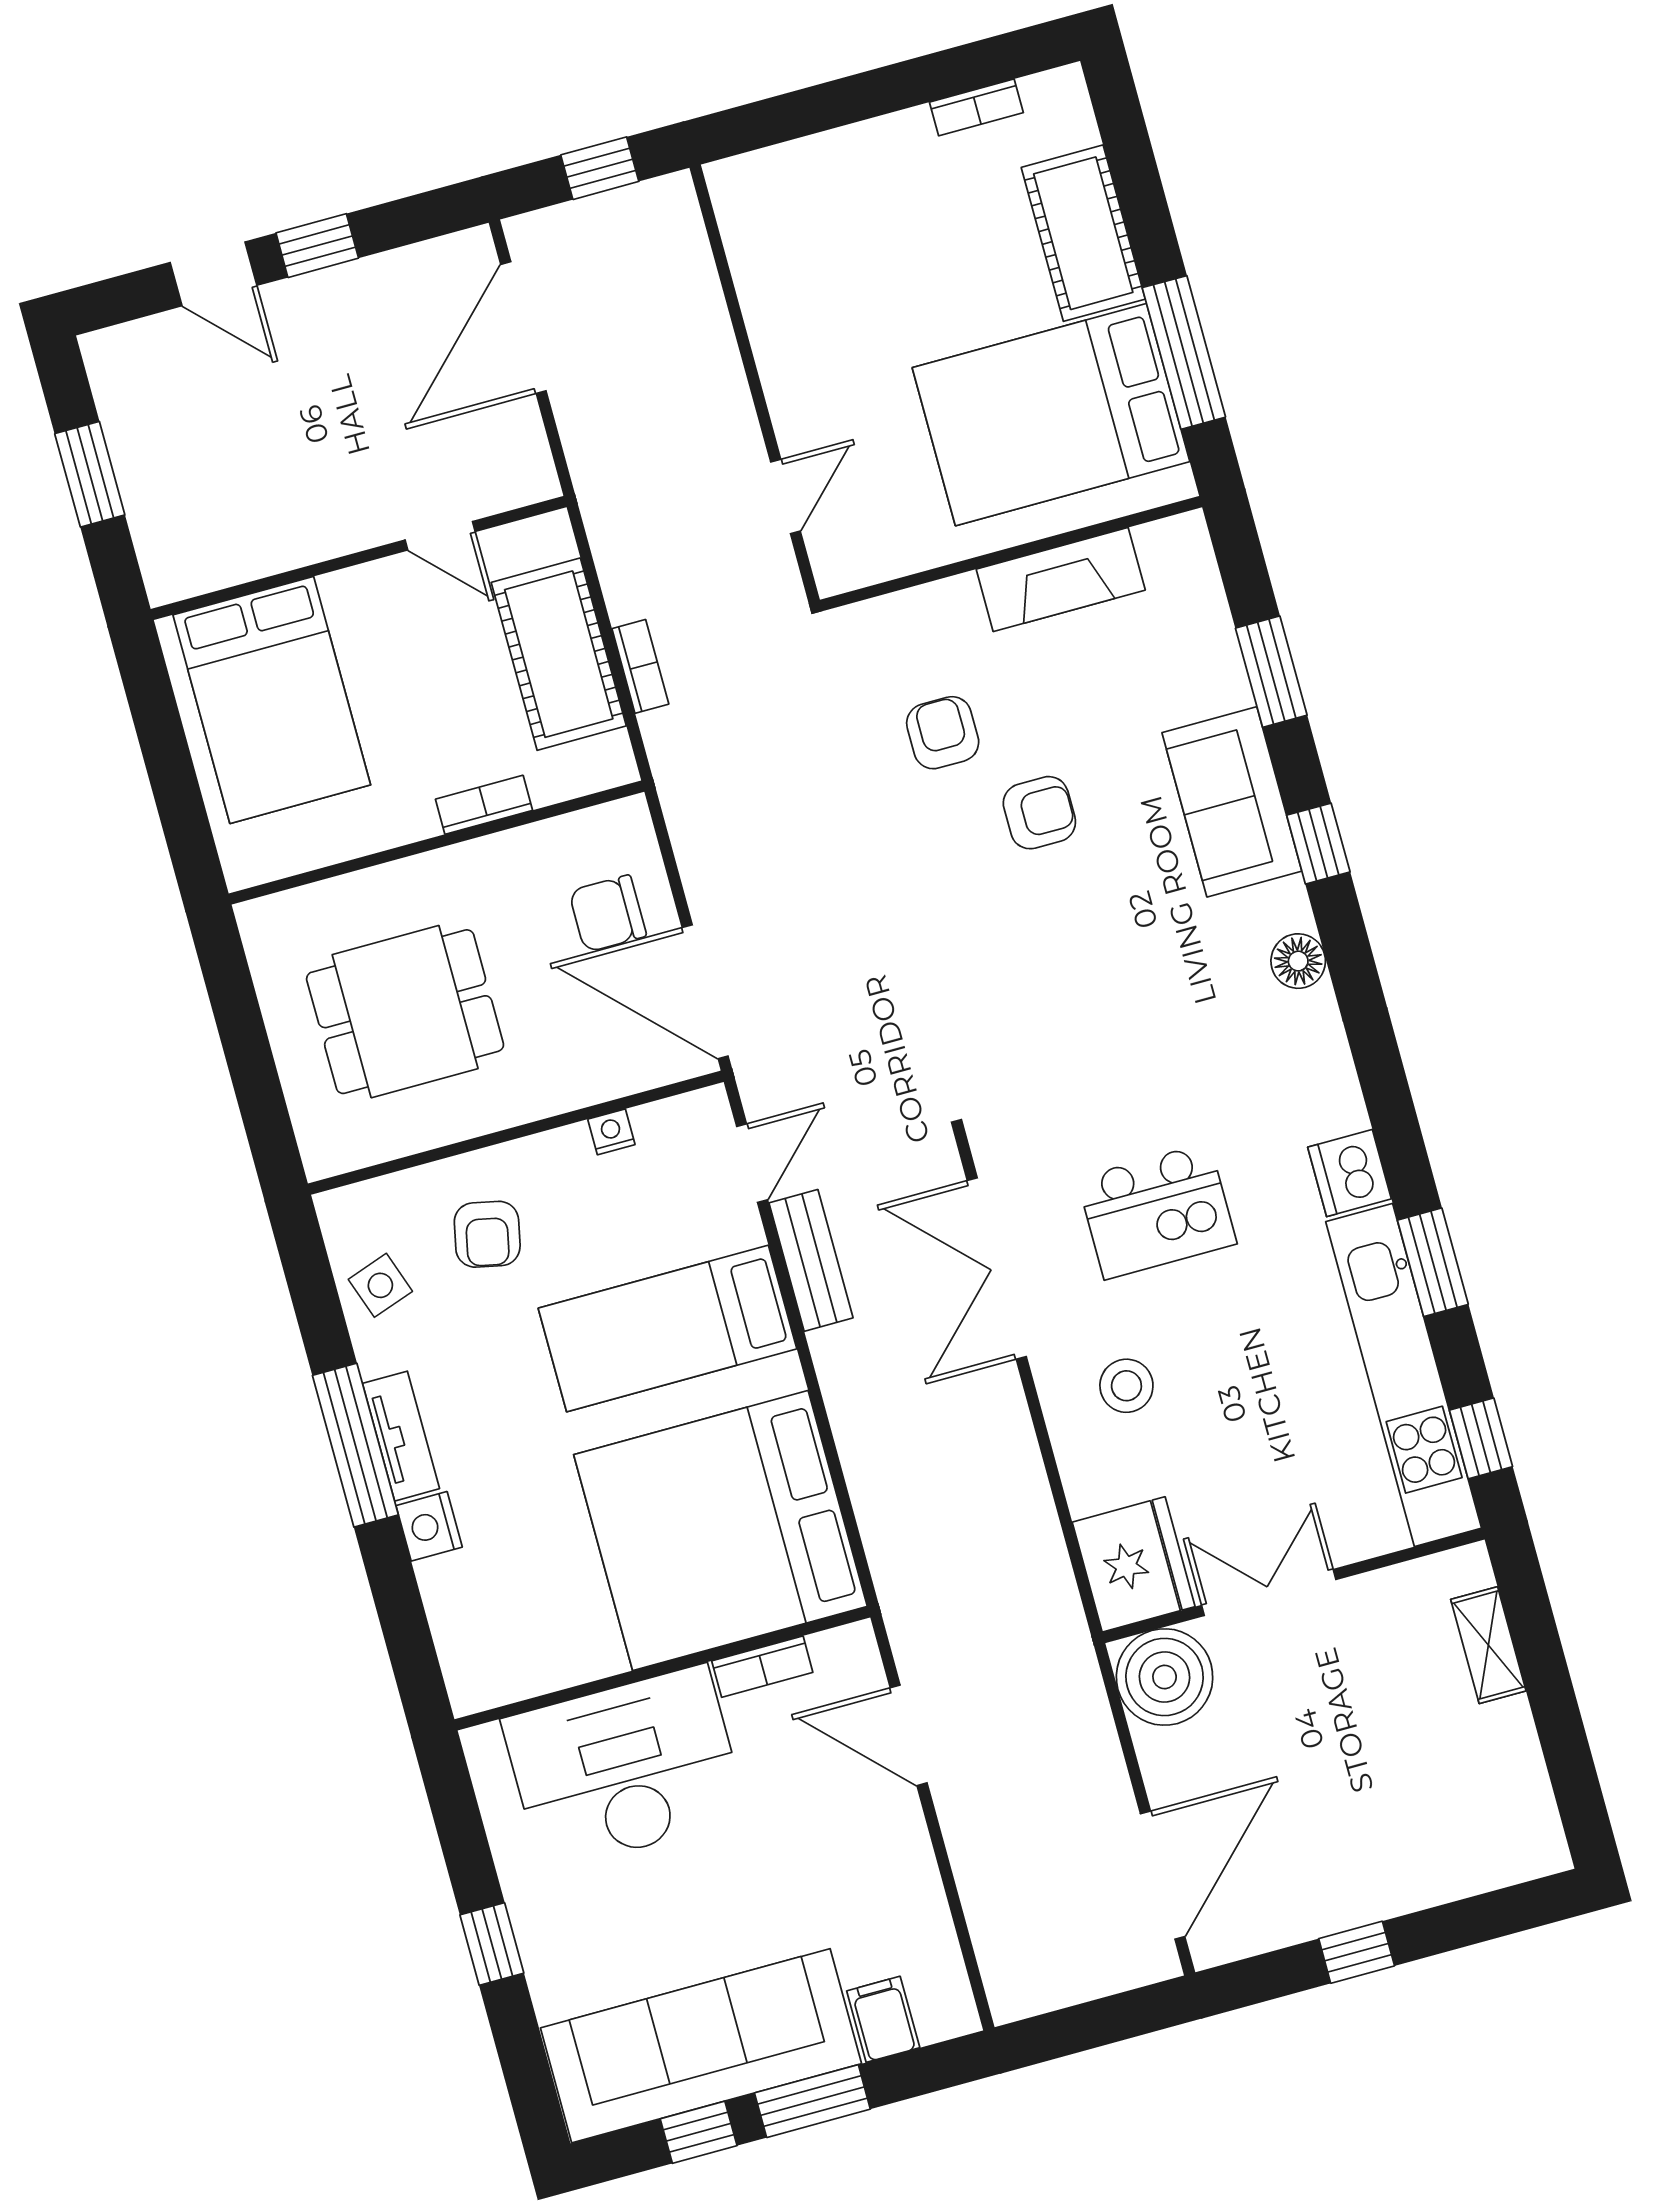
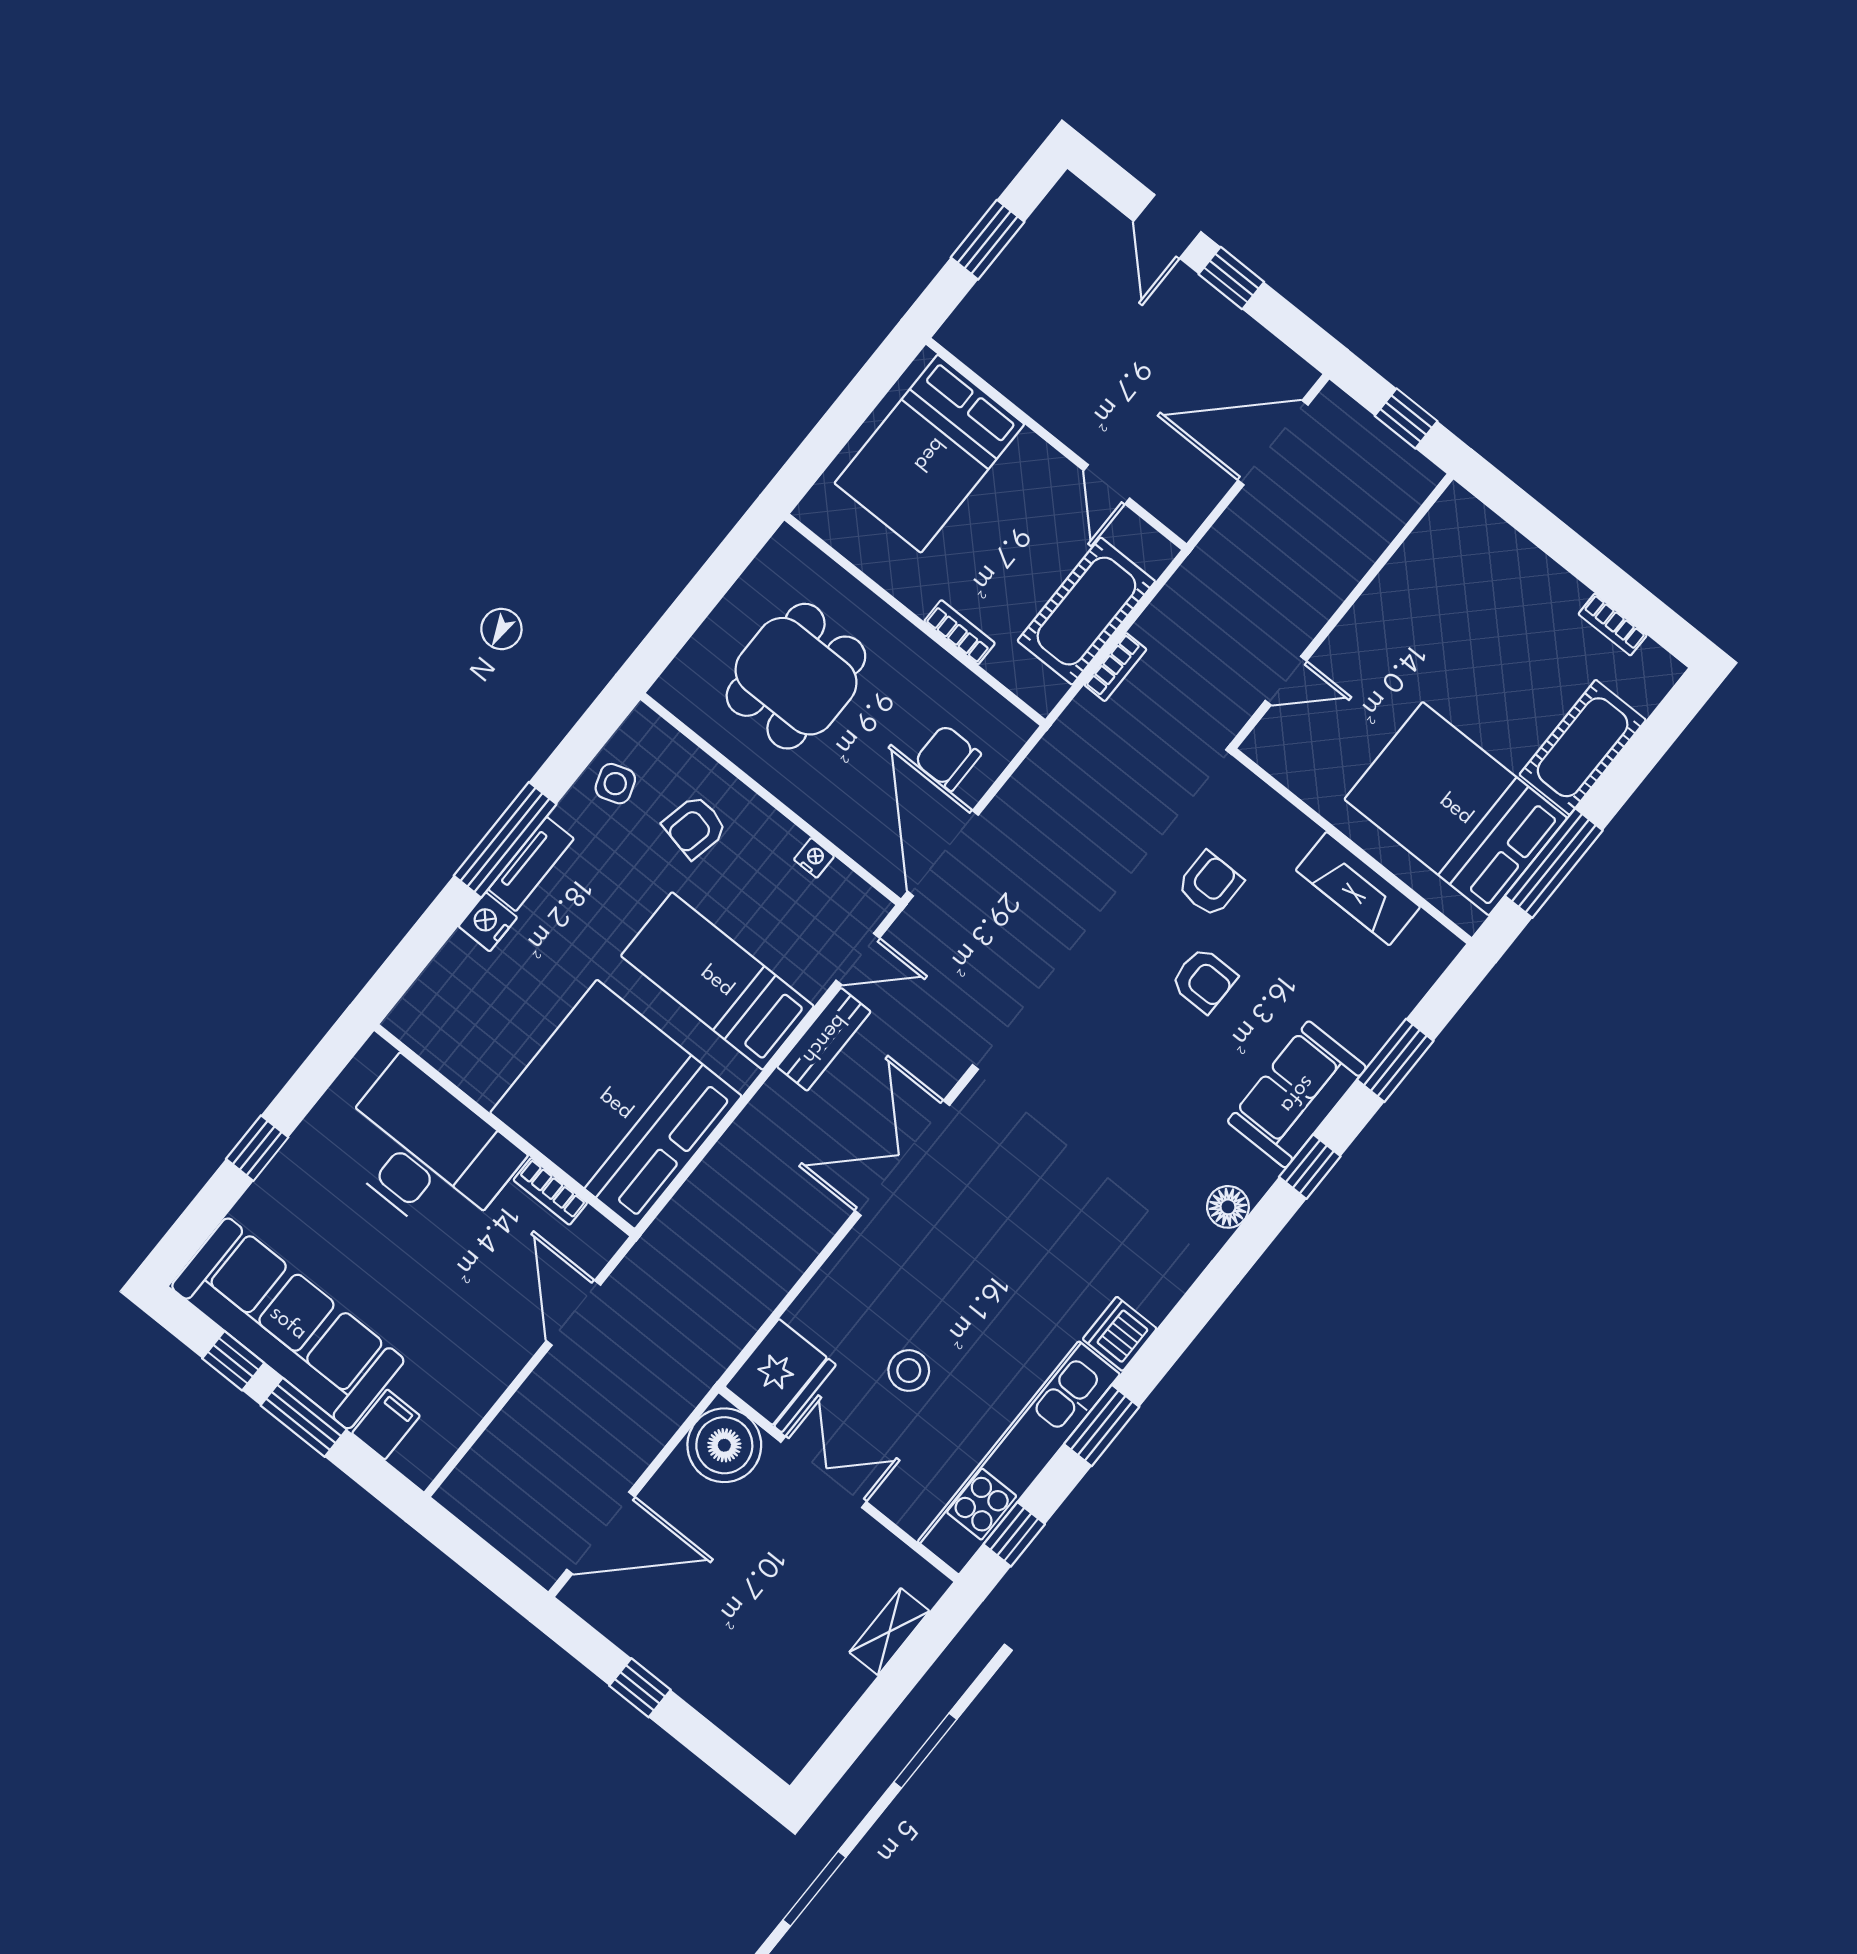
dining table: (405, 1012) -> (796, 676), turned 90
kitchen island: (1157, 1211) -> (1010, 1232), removed
stool: (1126, 1386) -> (909, 1371), moved

